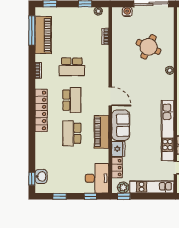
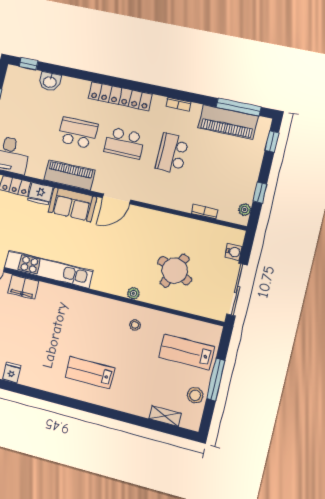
washbasin: (41, 176) -> (50, 82), moved

